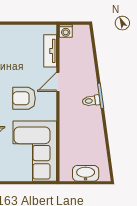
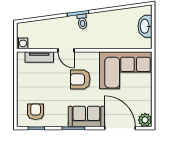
armchair: (24, 98) -> (80, 79), turned 90

